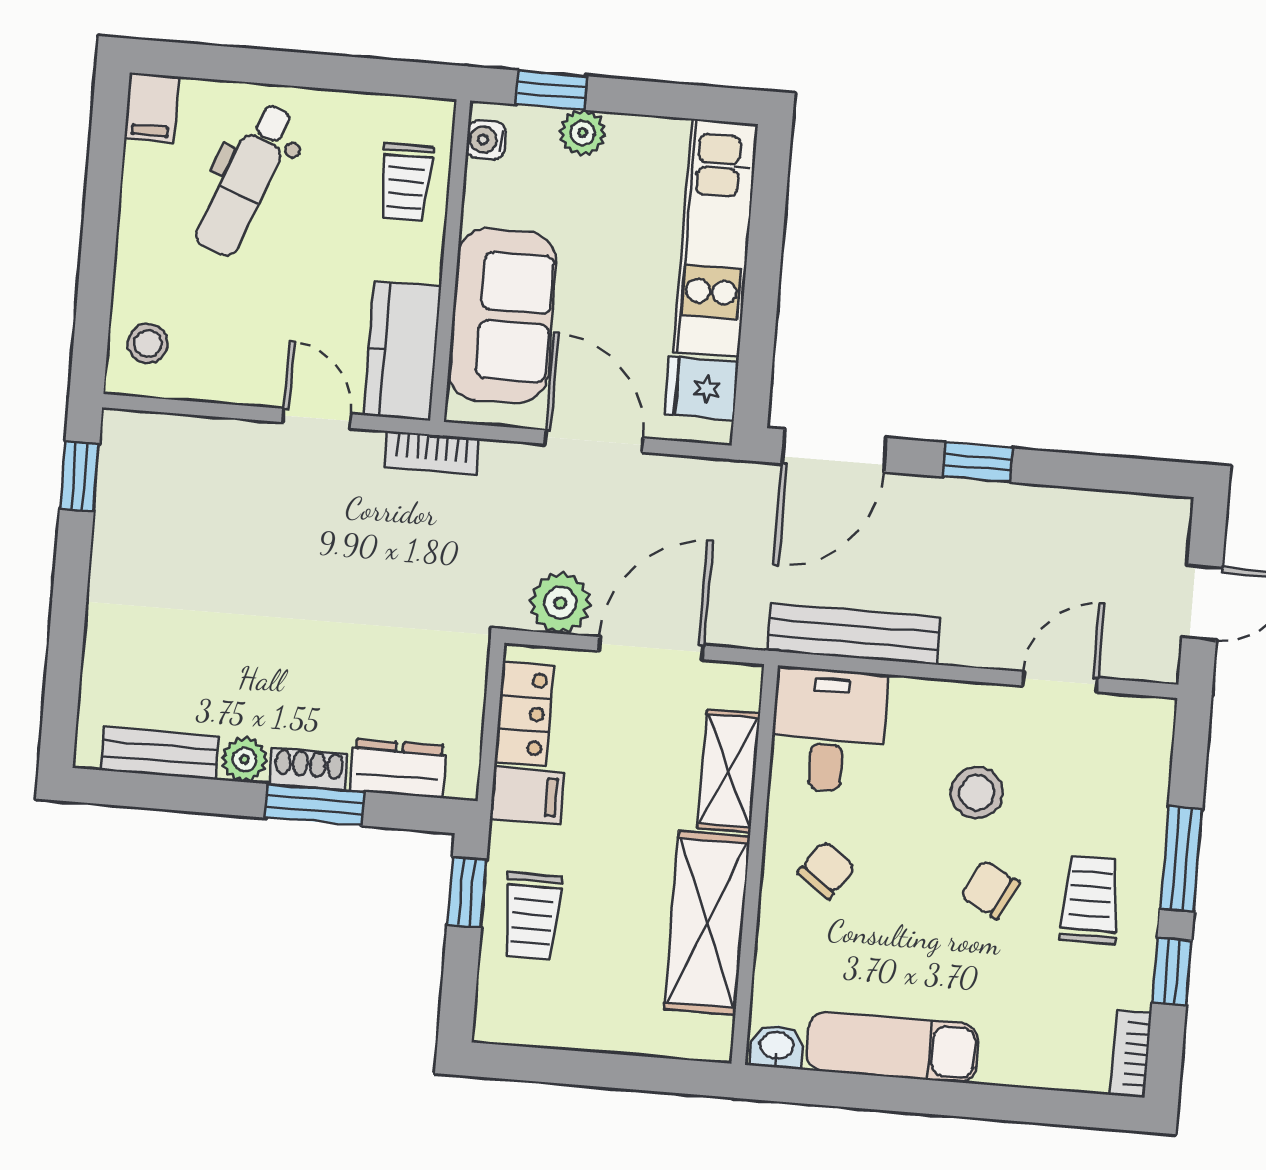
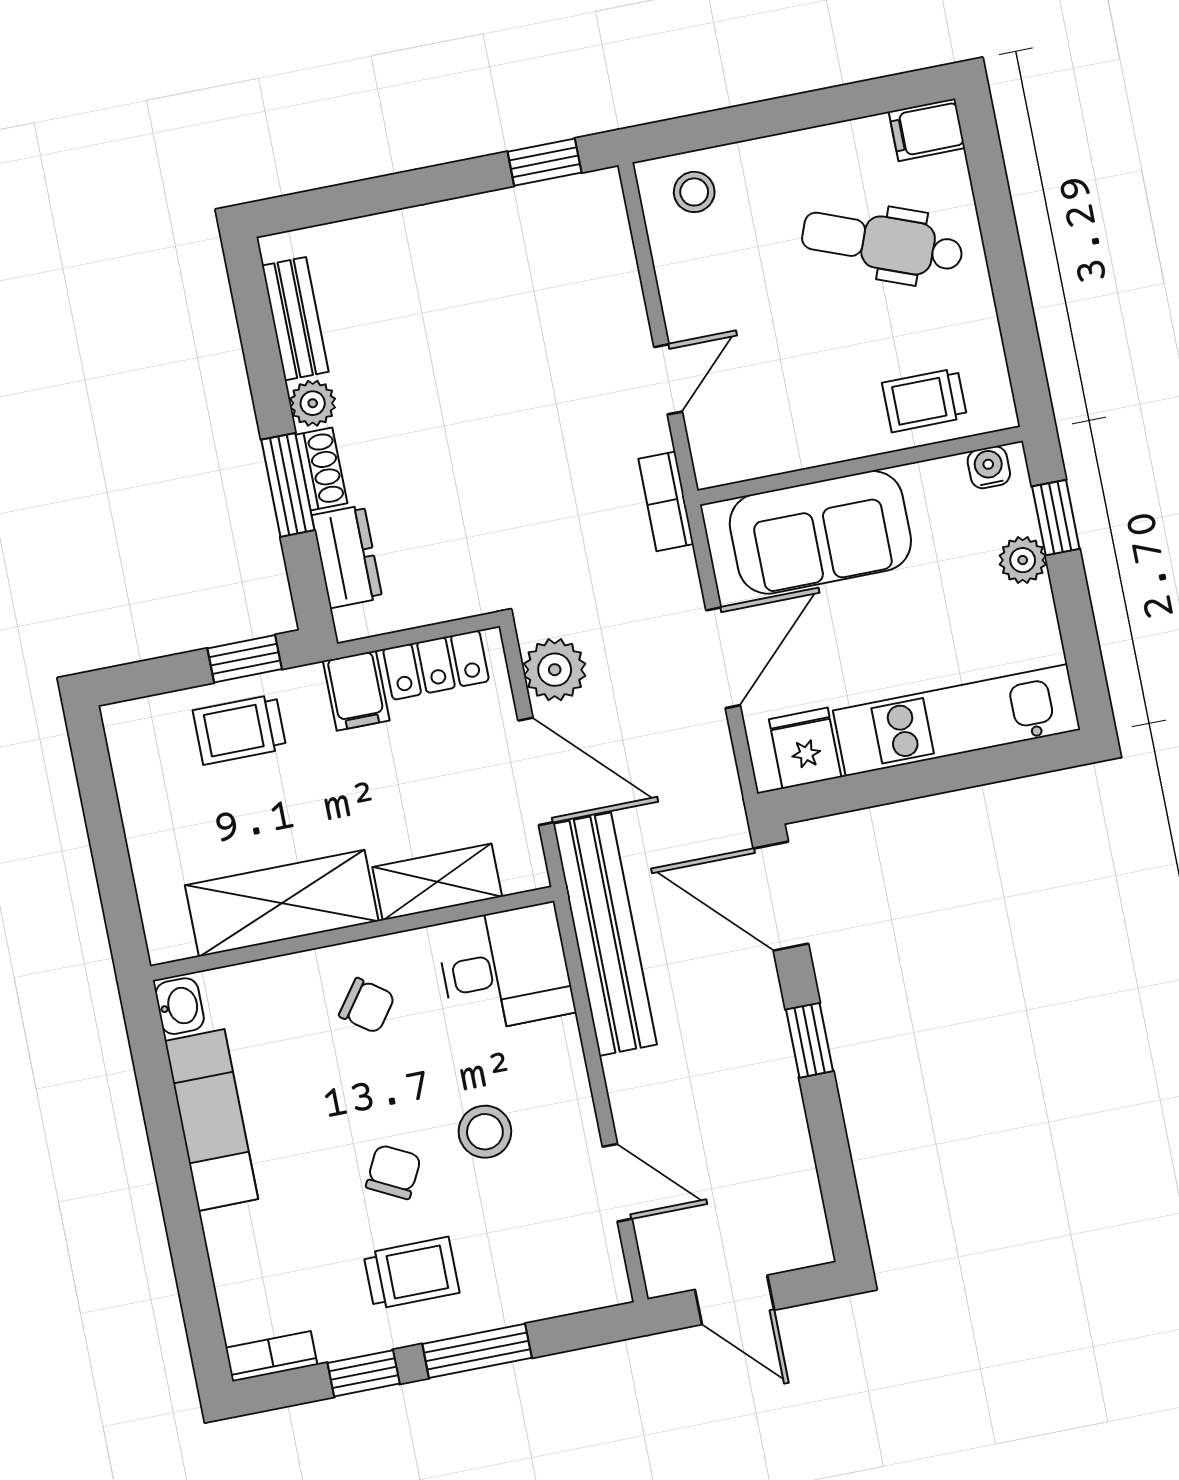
kitchen counter: (402, 351) -> (758, 444), removed
bench: (854, 634) -> (605, 934), width x1.37, depth x1.21

